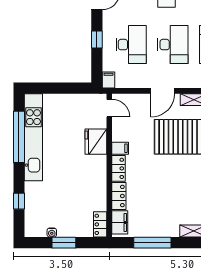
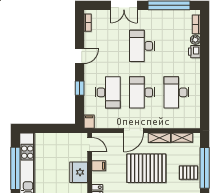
desk: (173, 45) -> (142, 92), turned 180
filing cabinet: (120, 148) -> (99, 166), moved

